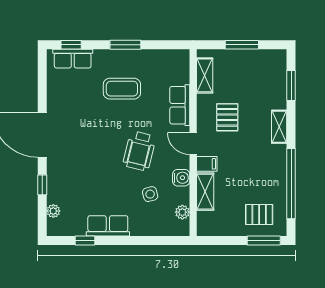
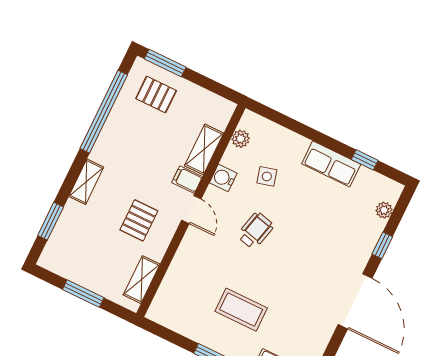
row of seats: (180, 105) -> (185, 260), removed
wheelchair: (139, 151) -> (255, 231), width x0.73, depth x0.73

